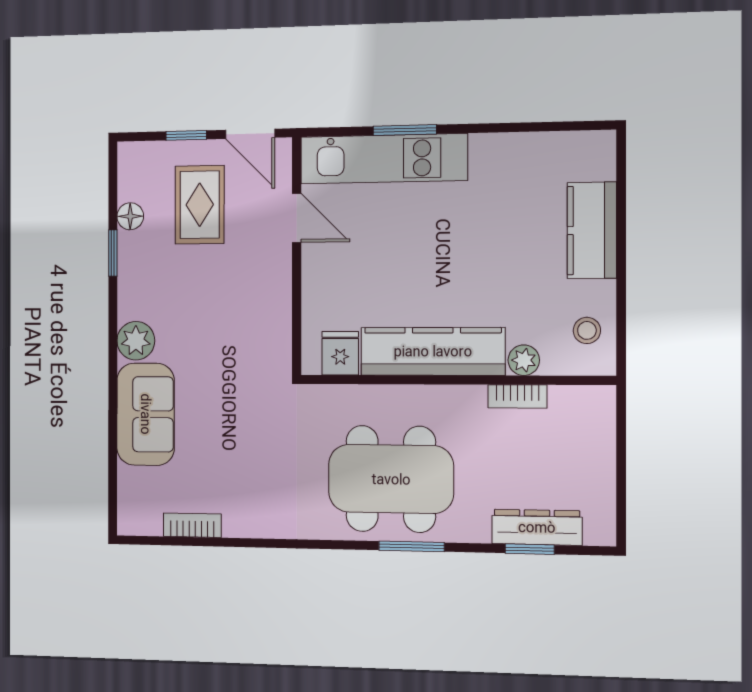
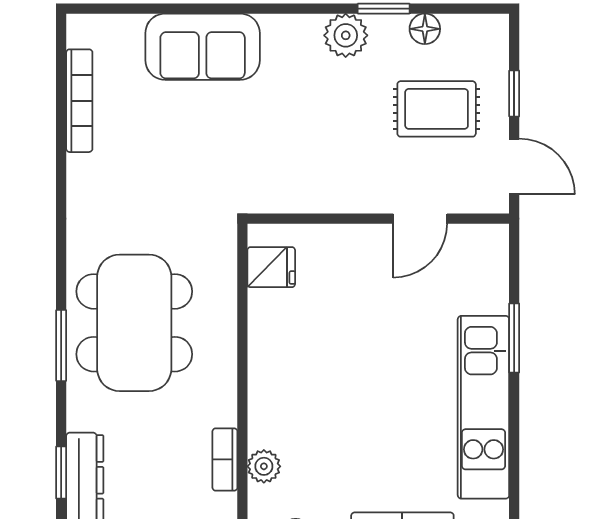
door: (250, 134) -> (514, 166), swing flipped
kitchen unit: (384, 159) -> (483, 407), moved
plant: (136, 341) -> (346, 35), moved
kitchen counter: (433, 351) -> (273, 368), removed
bookcase: (192, 525) -> (79, 101), width x1.56

